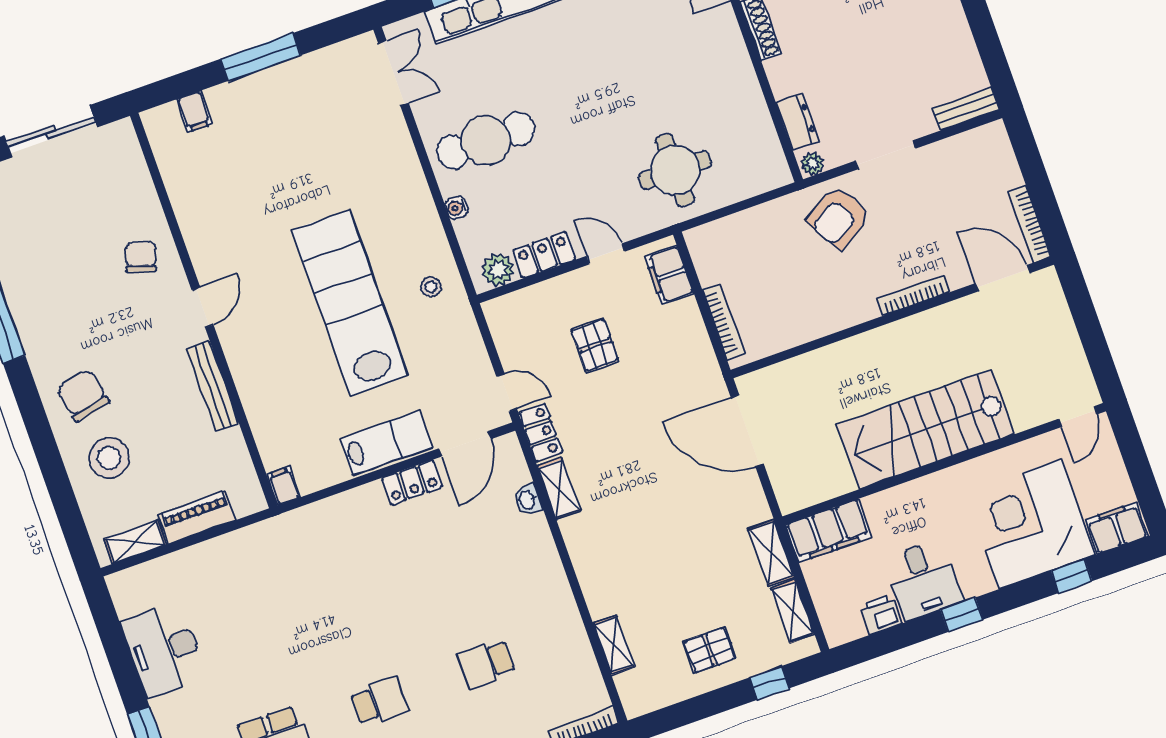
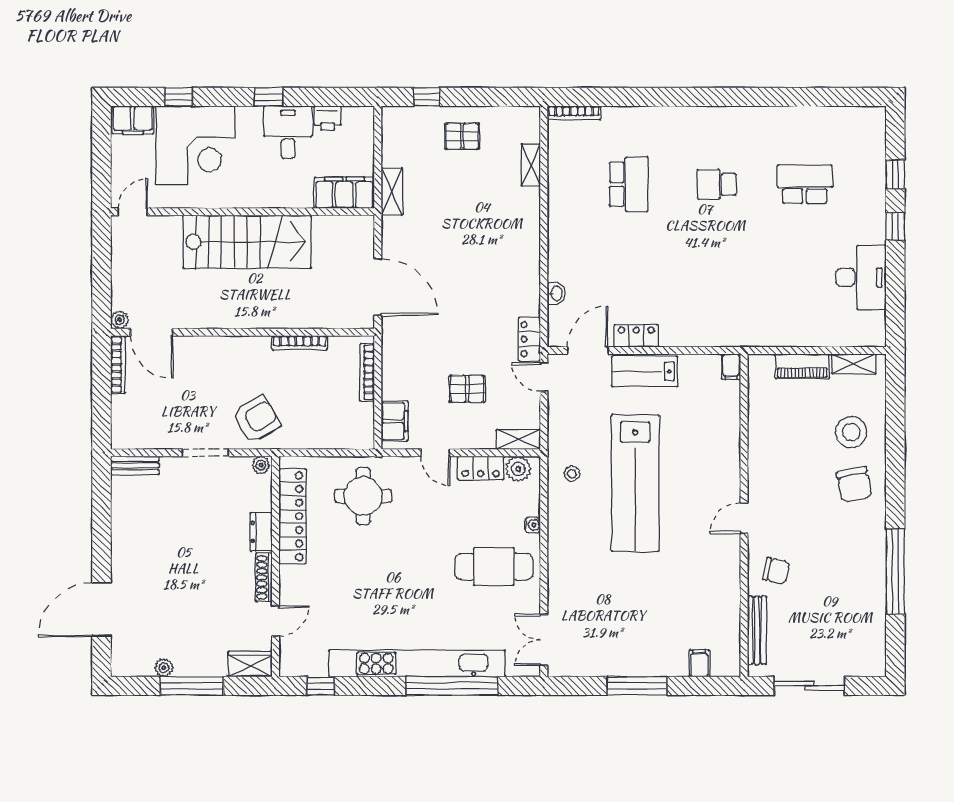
locker: (752, 115) -> (292, 516), added
dresser: (798, 122) -> (261, 532), moved
chair: (141, 257) -> (776, 571), turned -97
plant: (1047, 280) -> (120, 320), added
bookcase: (913, 295) -> (300, 343), moved
pallet: (595, 345) -> (467, 389), turned 90
bench: (213, 386) -> (757, 630), moved
shelving: (559, 488) -> (518, 439), moved, turned 90
shelving: (793, 611) -> (391, 143), removed
school desk: (486, 664) -> (629, 184), width x1.85

